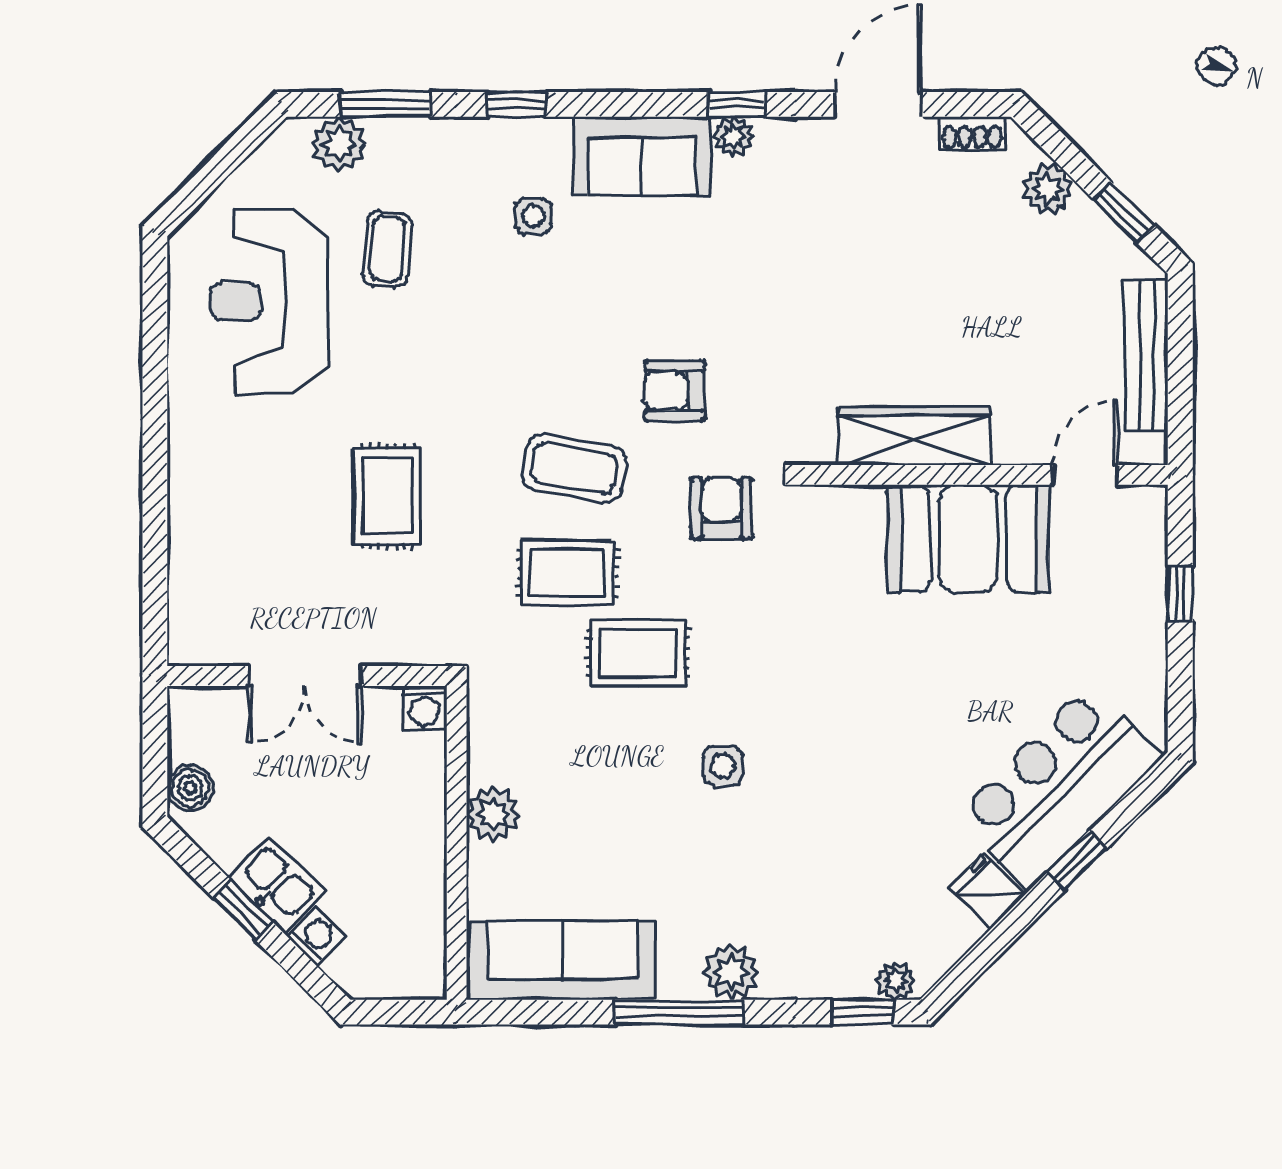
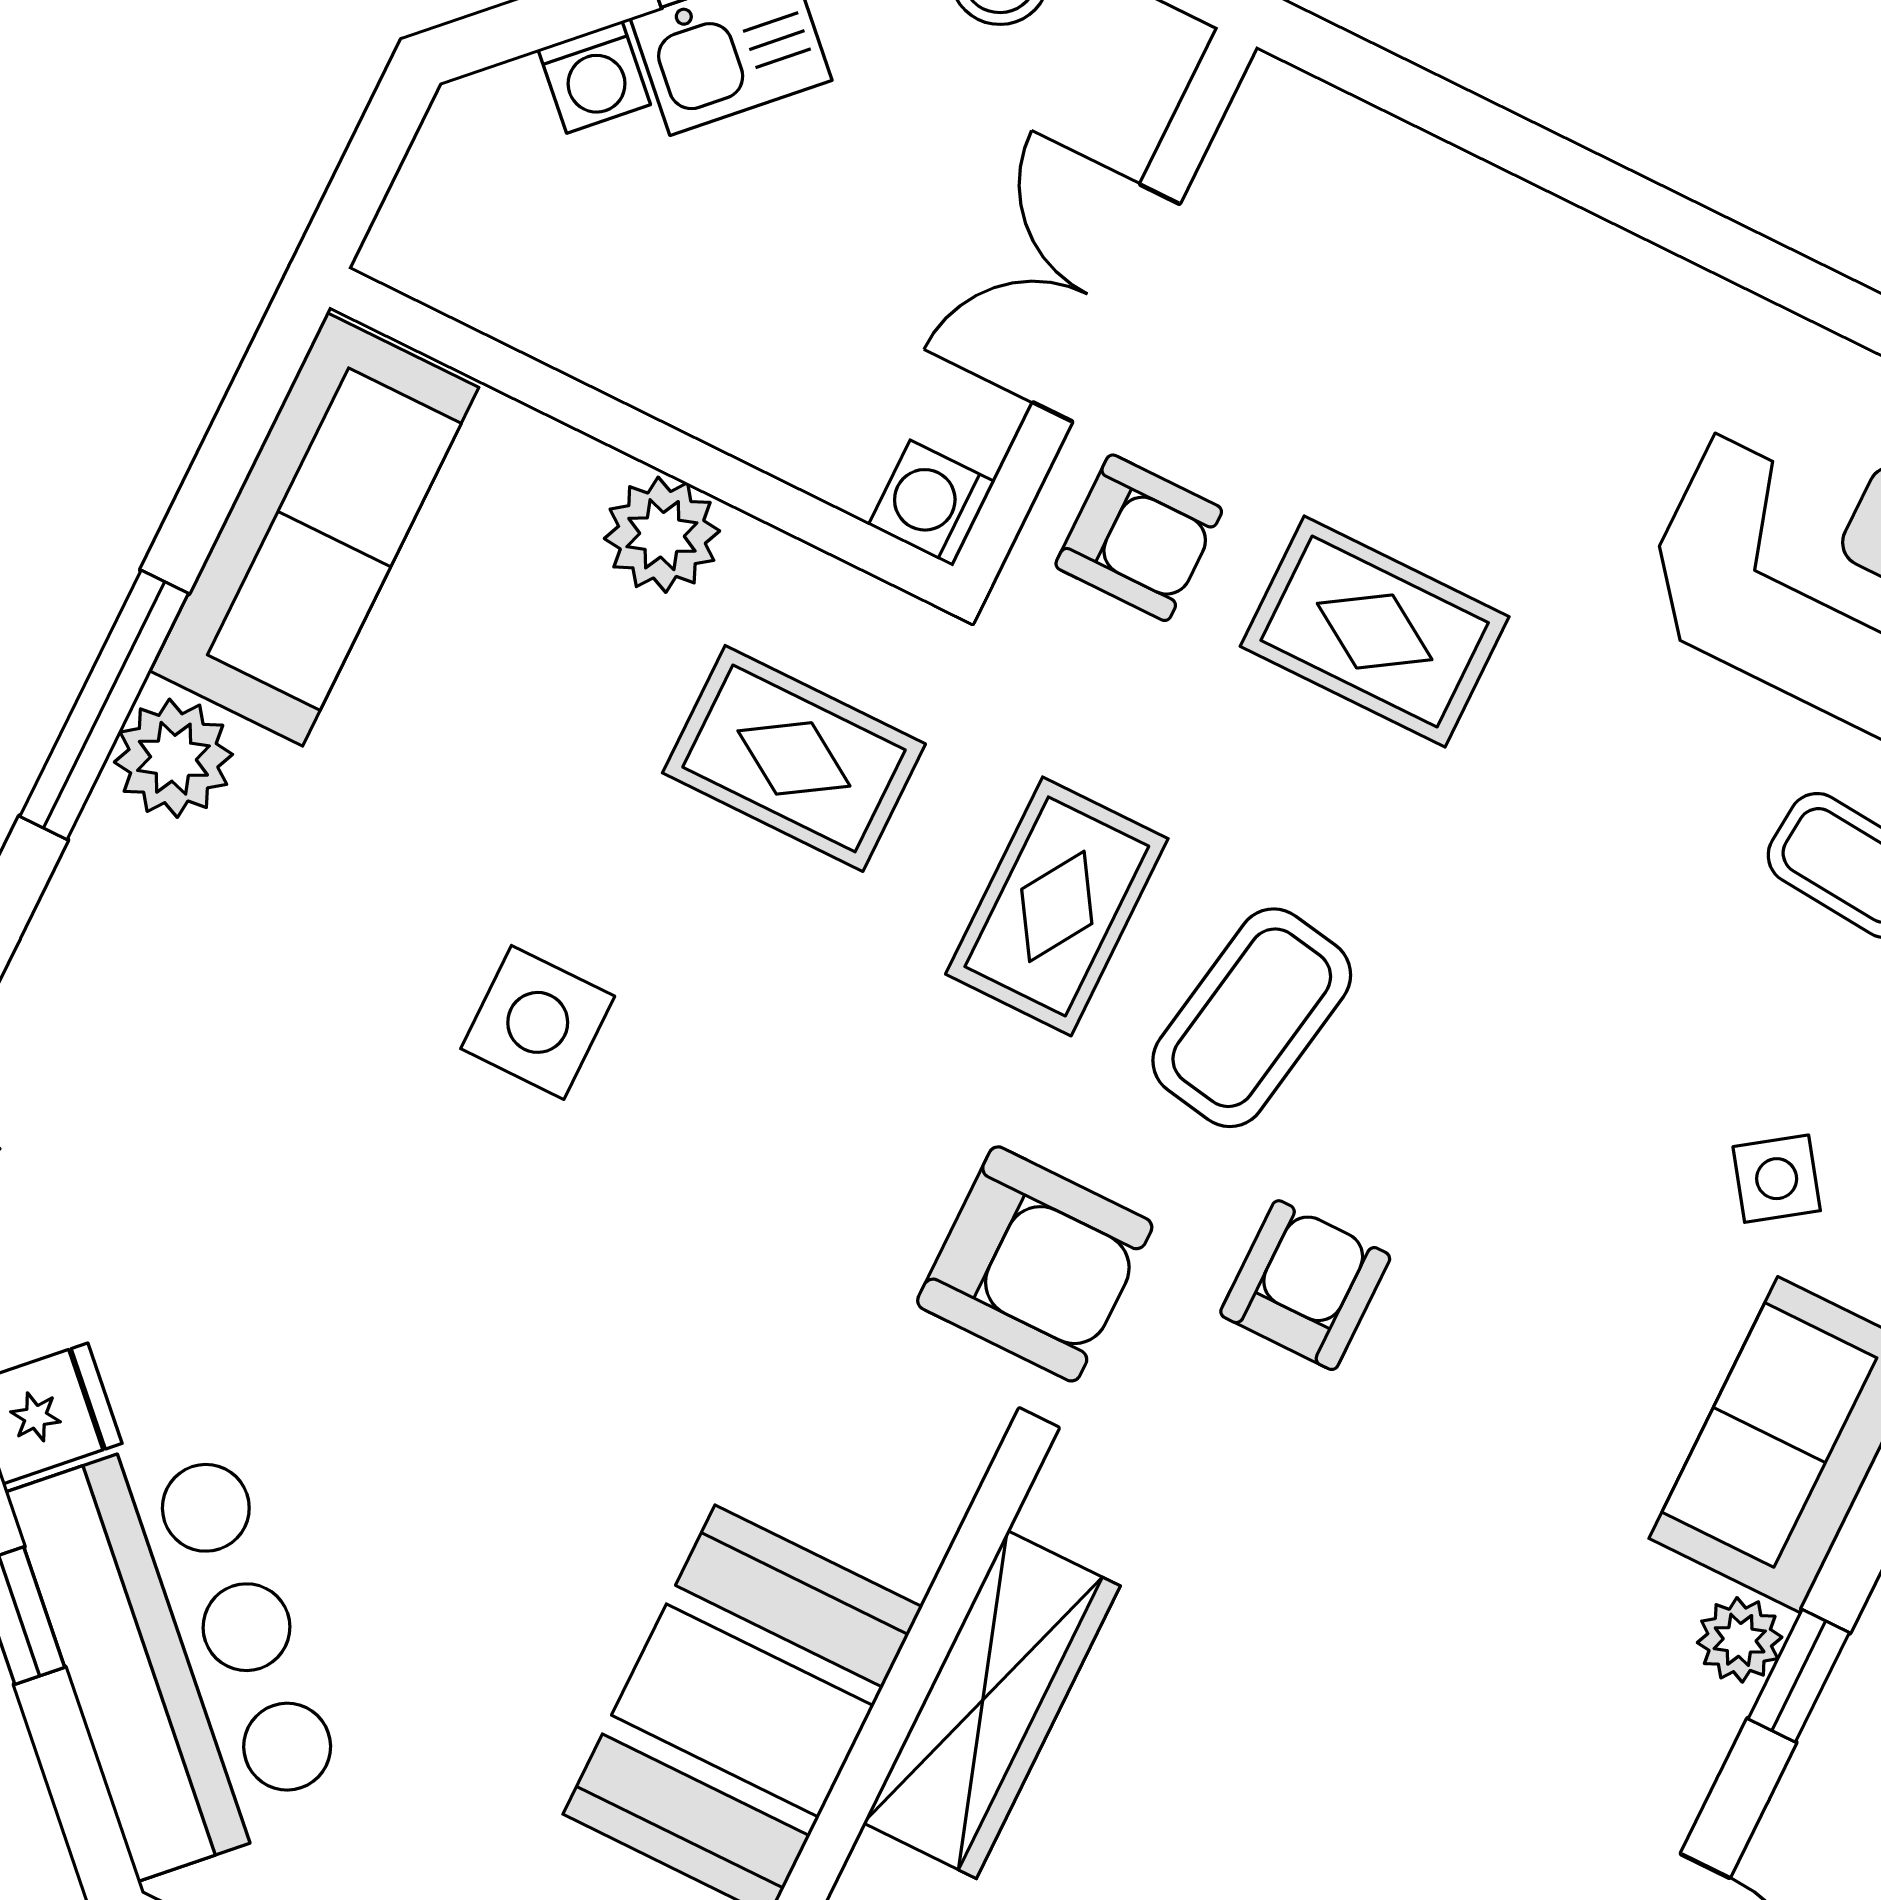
side table: (533, 216) -> (1777, 1179), turned -35
armchair: (721, 508) -> (1035, 1264), width x1.38, depth x1.38
armchair: (397, 614) -> (1139, 538), added
rug: (638, 653) -> (794, 758), moved, turned 90
side table: (723, 766) -> (538, 1022), width x1.37, depth x1.37
plant: (731, 972) -> (173, 758), moved

